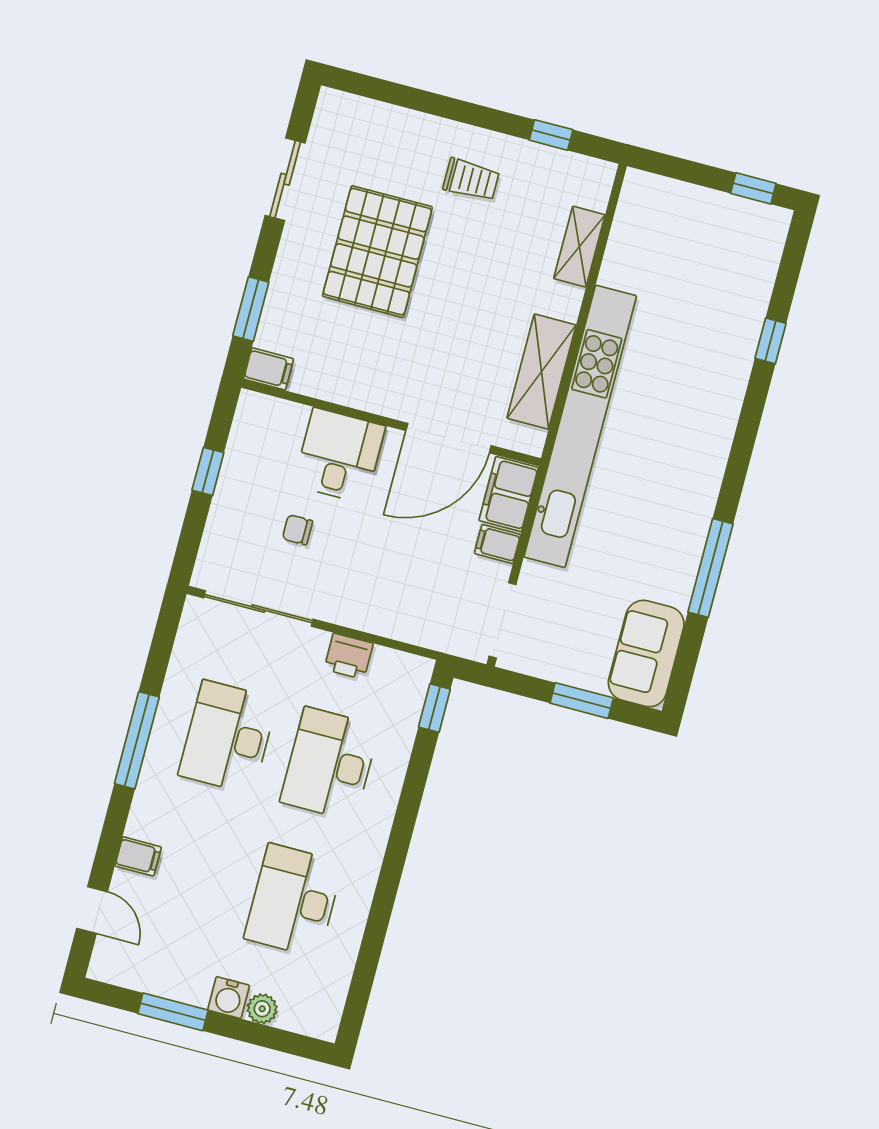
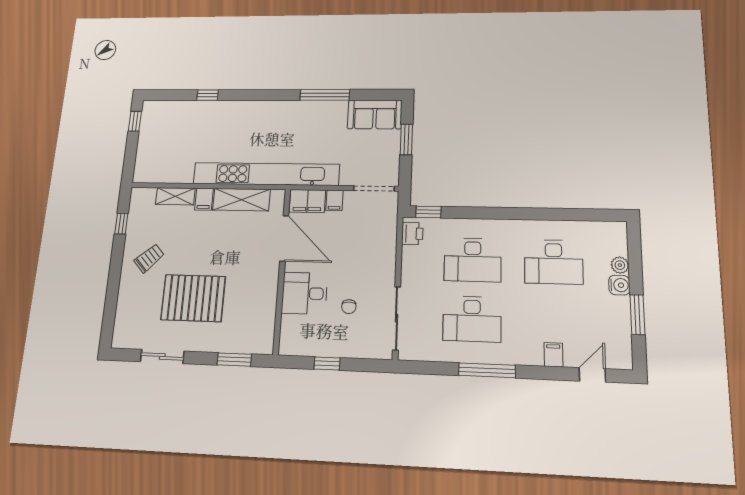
trolley: (471, 180) -> (149, 258), turned 47
filing cabinet: (269, 369) -> (204, 199), moved, turned 180
printer: (349, 656) -> (412, 234), moved

